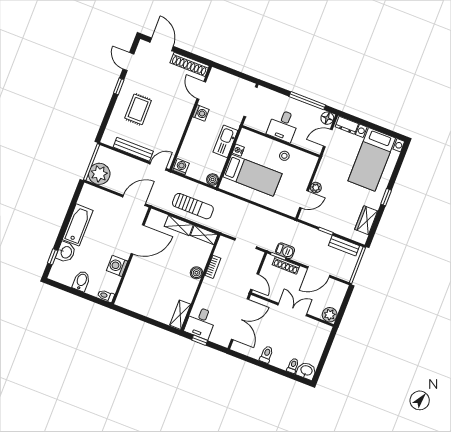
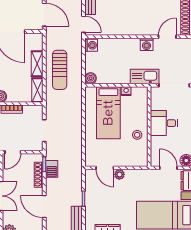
kitchen sink: (225, 141) -> (145, 76), moved

